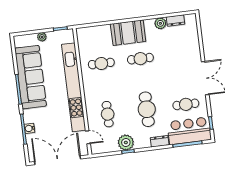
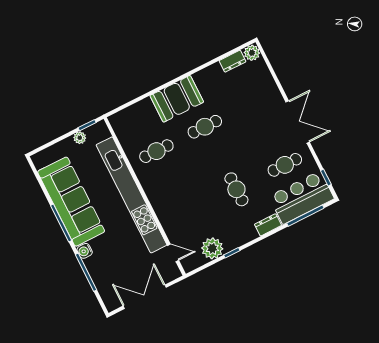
plant: (160, 23) -> (252, 53), moved
plant: (42, 37) -> (80, 138), moved
cafe table: (147, 109) -> (236, 189), width x0.73, depth x0.74
cafe table: (108, 114) -> (188, 214), removed
water cooler: (29, 128) -> (85, 251), moved
plant: (126, 143) -> (212, 248), moved
double door: (58, 160) -> (145, 297), width x0.73

